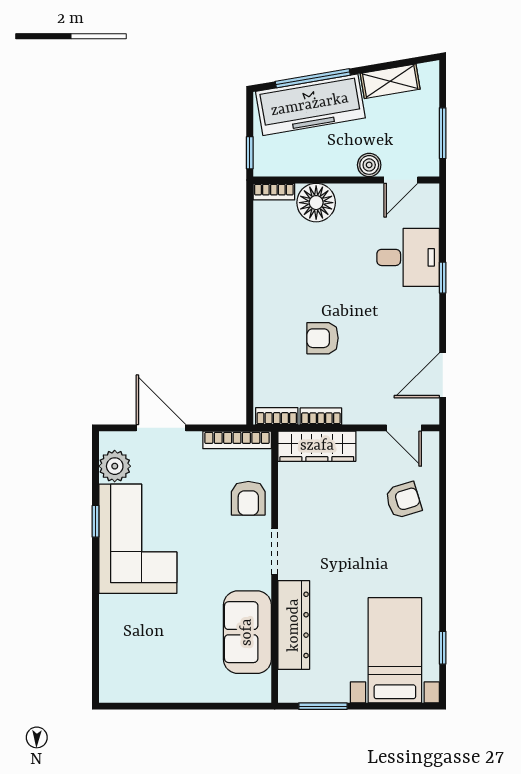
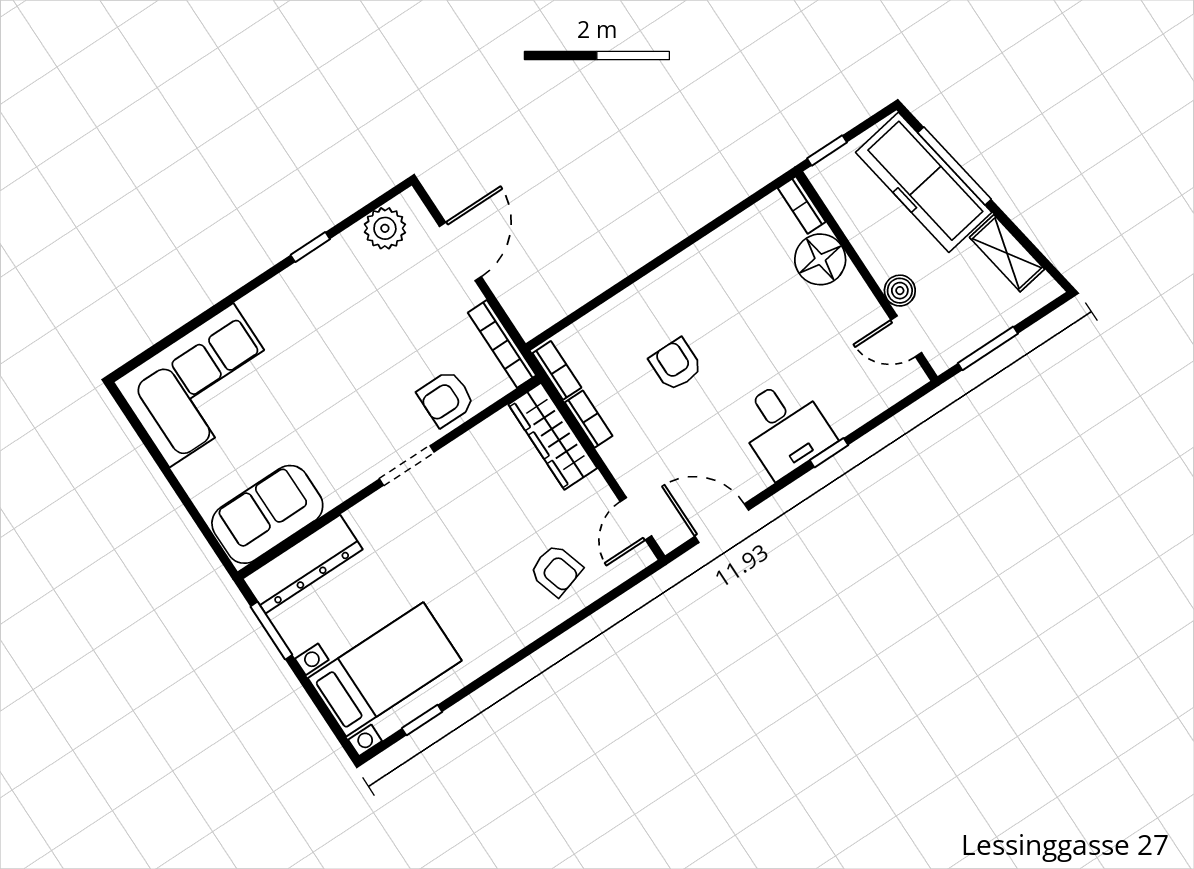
desk: (408, 257) -> (785, 428), moved
corner sofa: (138, 539) -> (201, 385), moved
dresser: (294, 625) -> (303, 564), moved
sofa: (247, 632) -> (267, 514), moved

